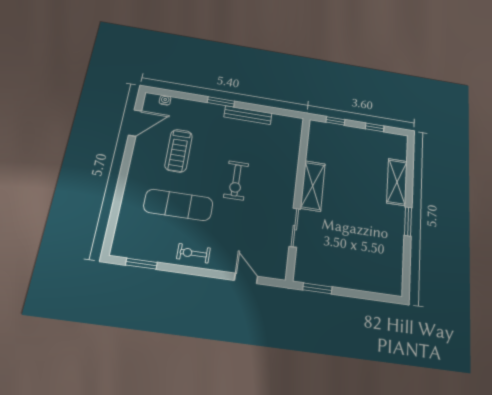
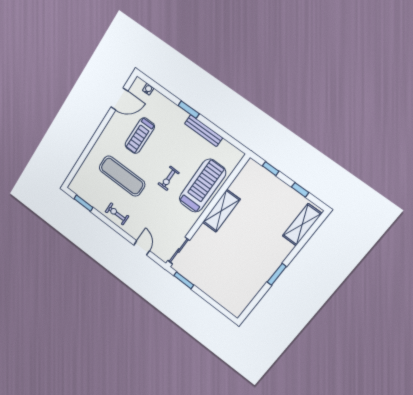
treadmill: (278, 170) -> (202, 186), added
exercise bike: (236, 180) -> (169, 178), width x0.73, depth x0.72
shelving: (397, 182) -> (302, 225), moved
sliding door: (295, 228) -> (179, 251), moved

